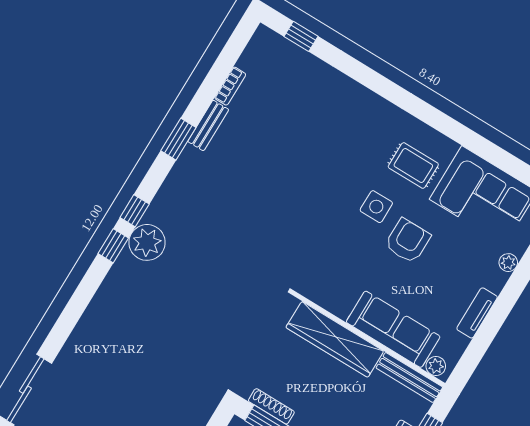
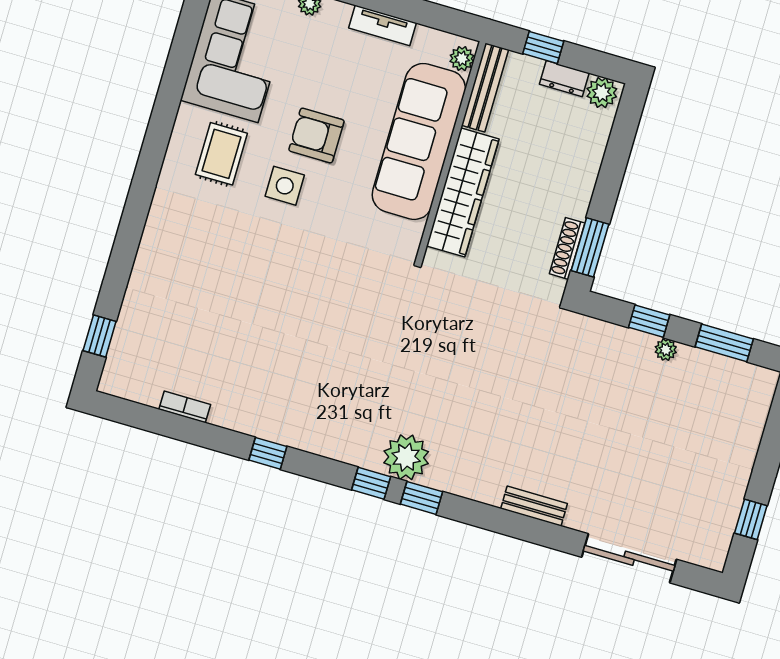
bench: (208, 125) -> (534, 506), moved
window: (178, 139) -> (268, 453), width x0.67
sofa: (393, 329) -> (419, 141), width x1.36, depth x1.27

